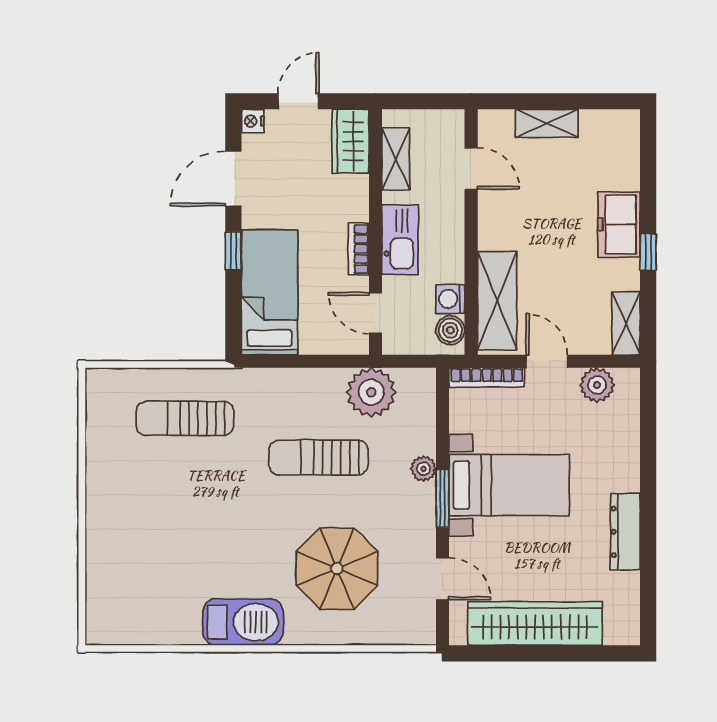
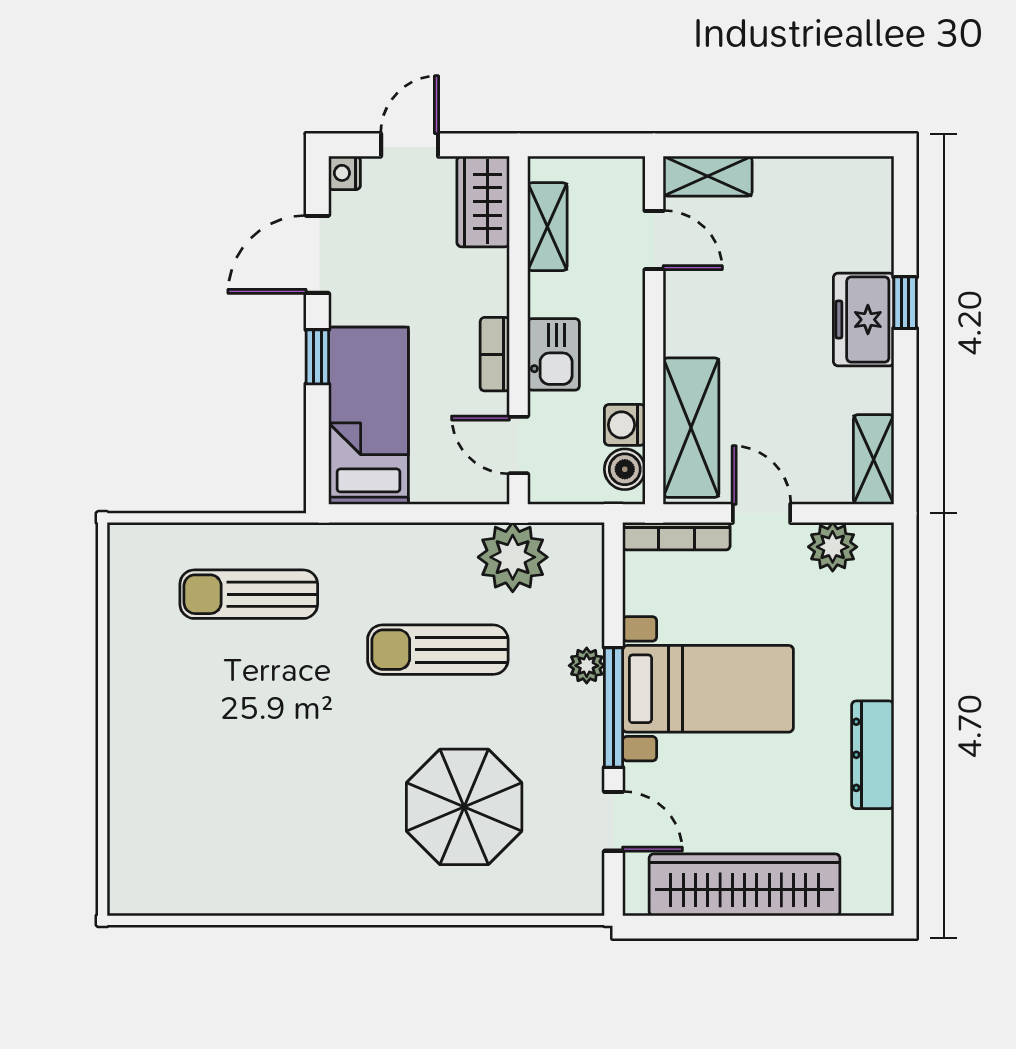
shelving: (547, 123) -> (708, 176), moved
kitchen sink: (400, 240) -> (554, 354), width x0.73
window: (648, 252) -> (905, 303), moved
window: (442, 498) -> (613, 707), width x1.44
barbecue: (243, 622) -> (331, 883), removed

